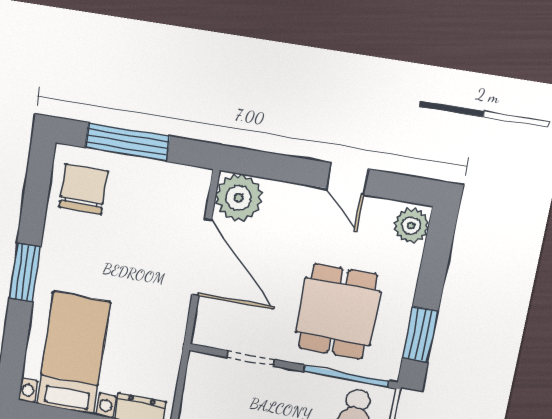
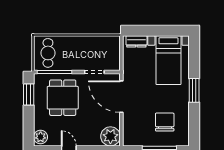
chair: (83, 189) -> (165, 122), moved, turned 180
door: (202, 257) -> (121, 97), moved

